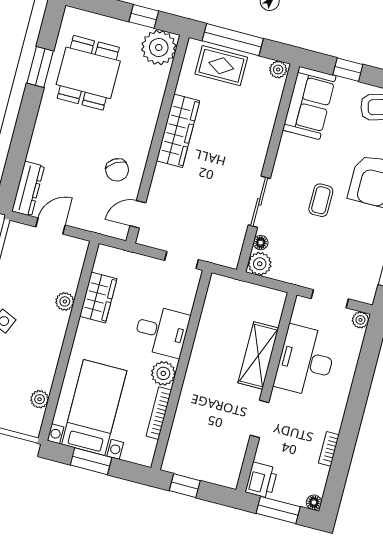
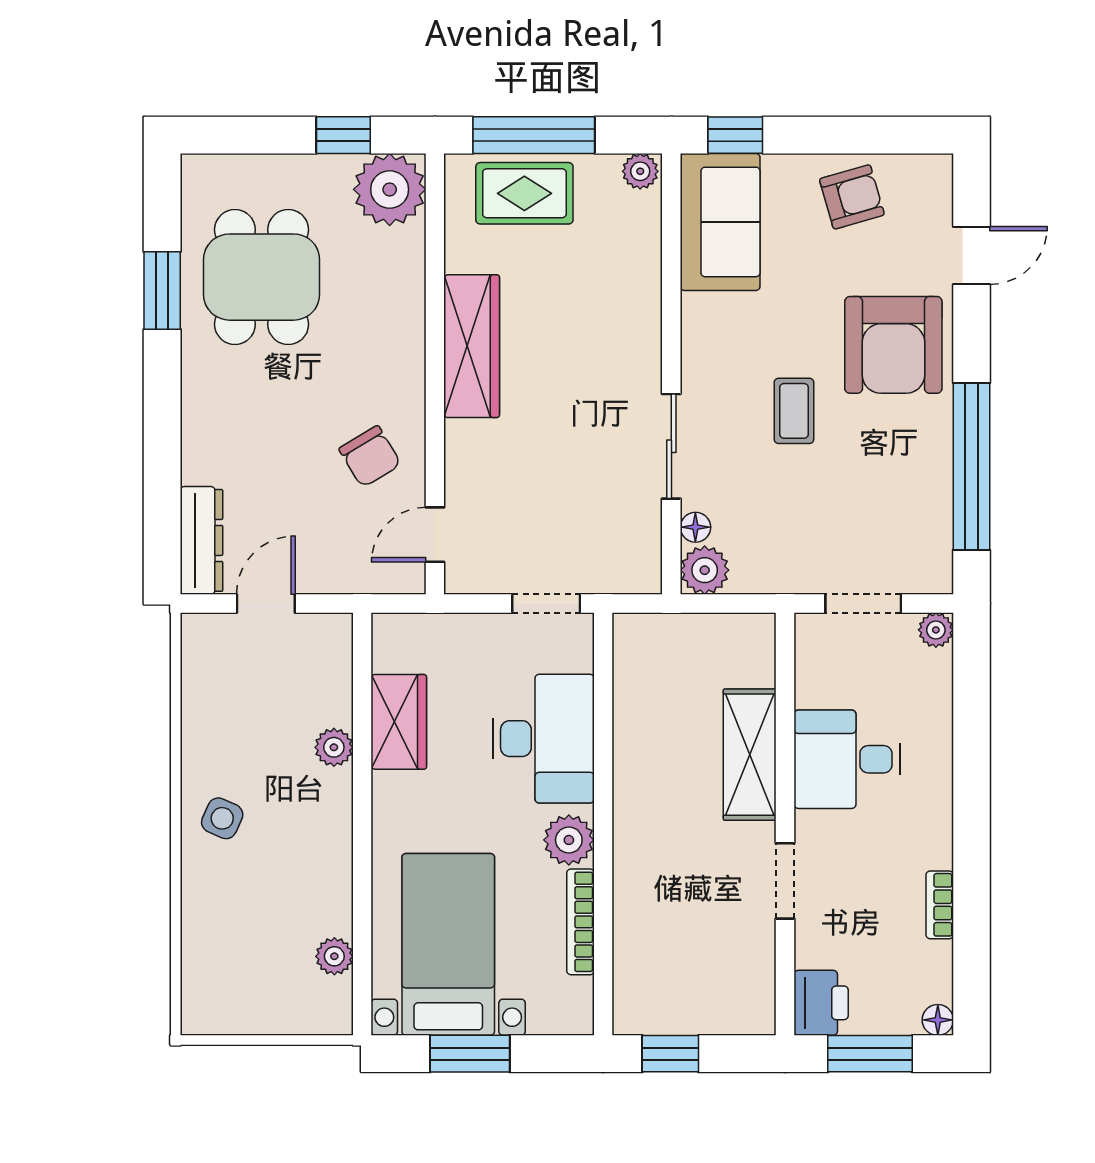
window: (348, 70) -> (735, 135), moved
desk: (162, 331) -> (543, 739), width x1.37
desk: (306, 361) -> (847, 759), width x0.73

